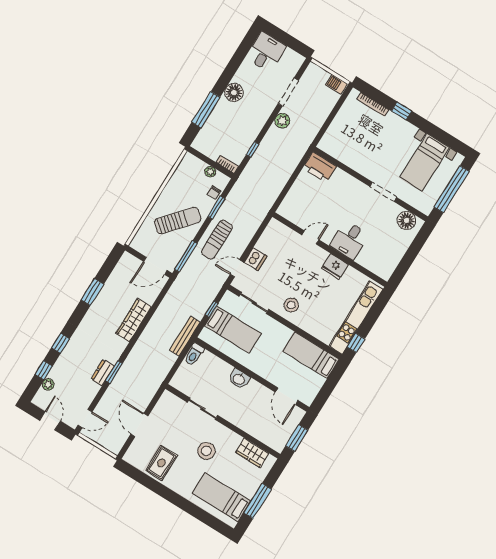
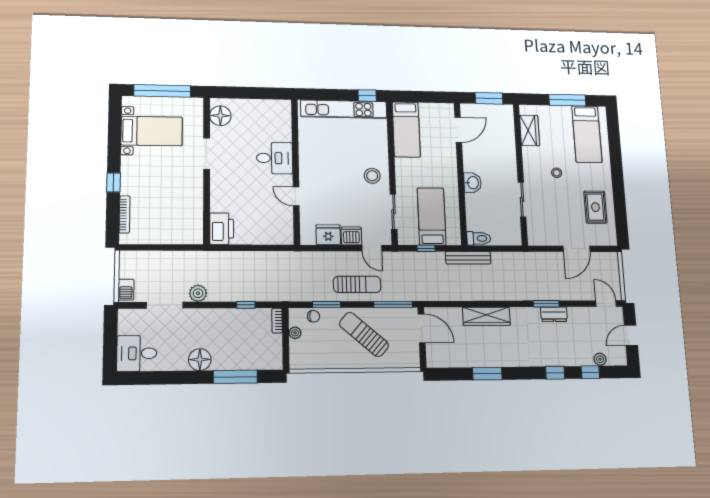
barbecue: (336, 84) -> (126, 290), moved
fridge: (335, 267) -> (328, 235), moved, turned -90
stool: (206, 451) -> (557, 173), width x0.53, depth x0.53
rug: (161, 463) -> (595, 207), turned 90

